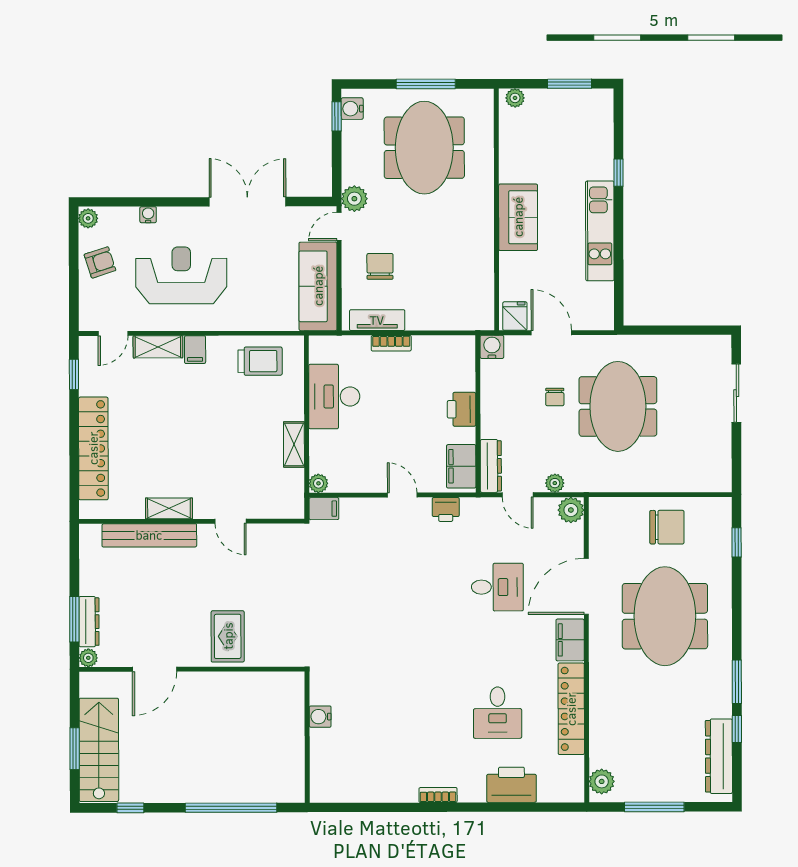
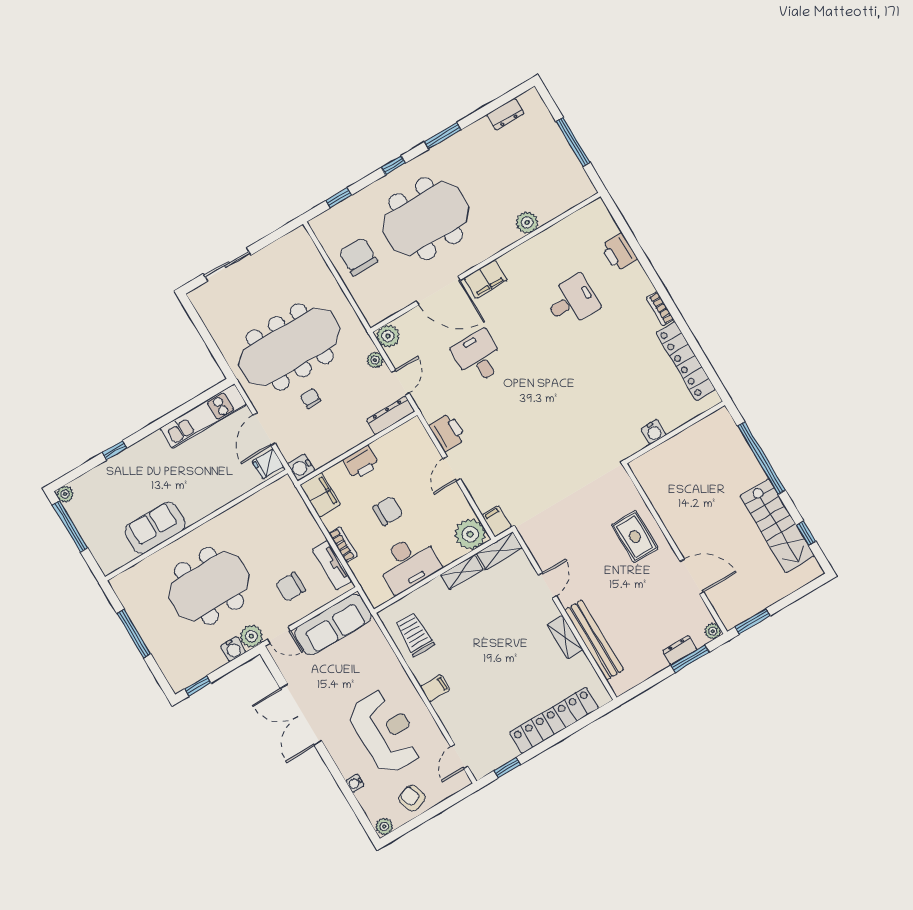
window: (570, 84) -> (70, 526), width x1.44
plant: (515, 98) -> (65, 494), moved
water cooler: (352, 109) -> (233, 649), moved
meeting table: (424, 148) -> (209, 586), moved
sofa: (518, 217) -> (155, 528), moved
kitchen unit: (600, 231) -> (203, 416), moved
reception desk: (181, 275) -> (386, 731), turned 180
door: (113, 333) -> (459, 757), swing flipped
shelving: (158, 347) -> (499, 551), moved, turned 90
chair: (555, 397) -> (311, 398), turned -90
meeting table: (618, 406) -> (290, 347), width x1.36
chair: (398, 407) -> (388, 511), added
filing cabinet: (461, 466) -> (320, 495), moved, turned -90
plant: (318, 483) -> (470, 534), width x1.87, depth x1.87
printer: (446, 509) -> (447, 432), width x1.36, depth x1.24
dresser: (89, 622) -> (680, 650), width x0.70
rug: (228, 636) -> (635, 537), turned 90
locker: (571, 709) -> (686, 361), moved, turned 90
window: (737, 729) -> (393, 165), moved
window: (75, 749) -> (753, 621), moved
stairs: (99, 750) -> (777, 526), moved, turned -90
dresser: (719, 756) -> (505, 114), width x0.51, depth x0.80
plant: (602, 781) -> (527, 223), moved
printer: (511, 785) -> (619, 252), width x0.73, depth x0.84

